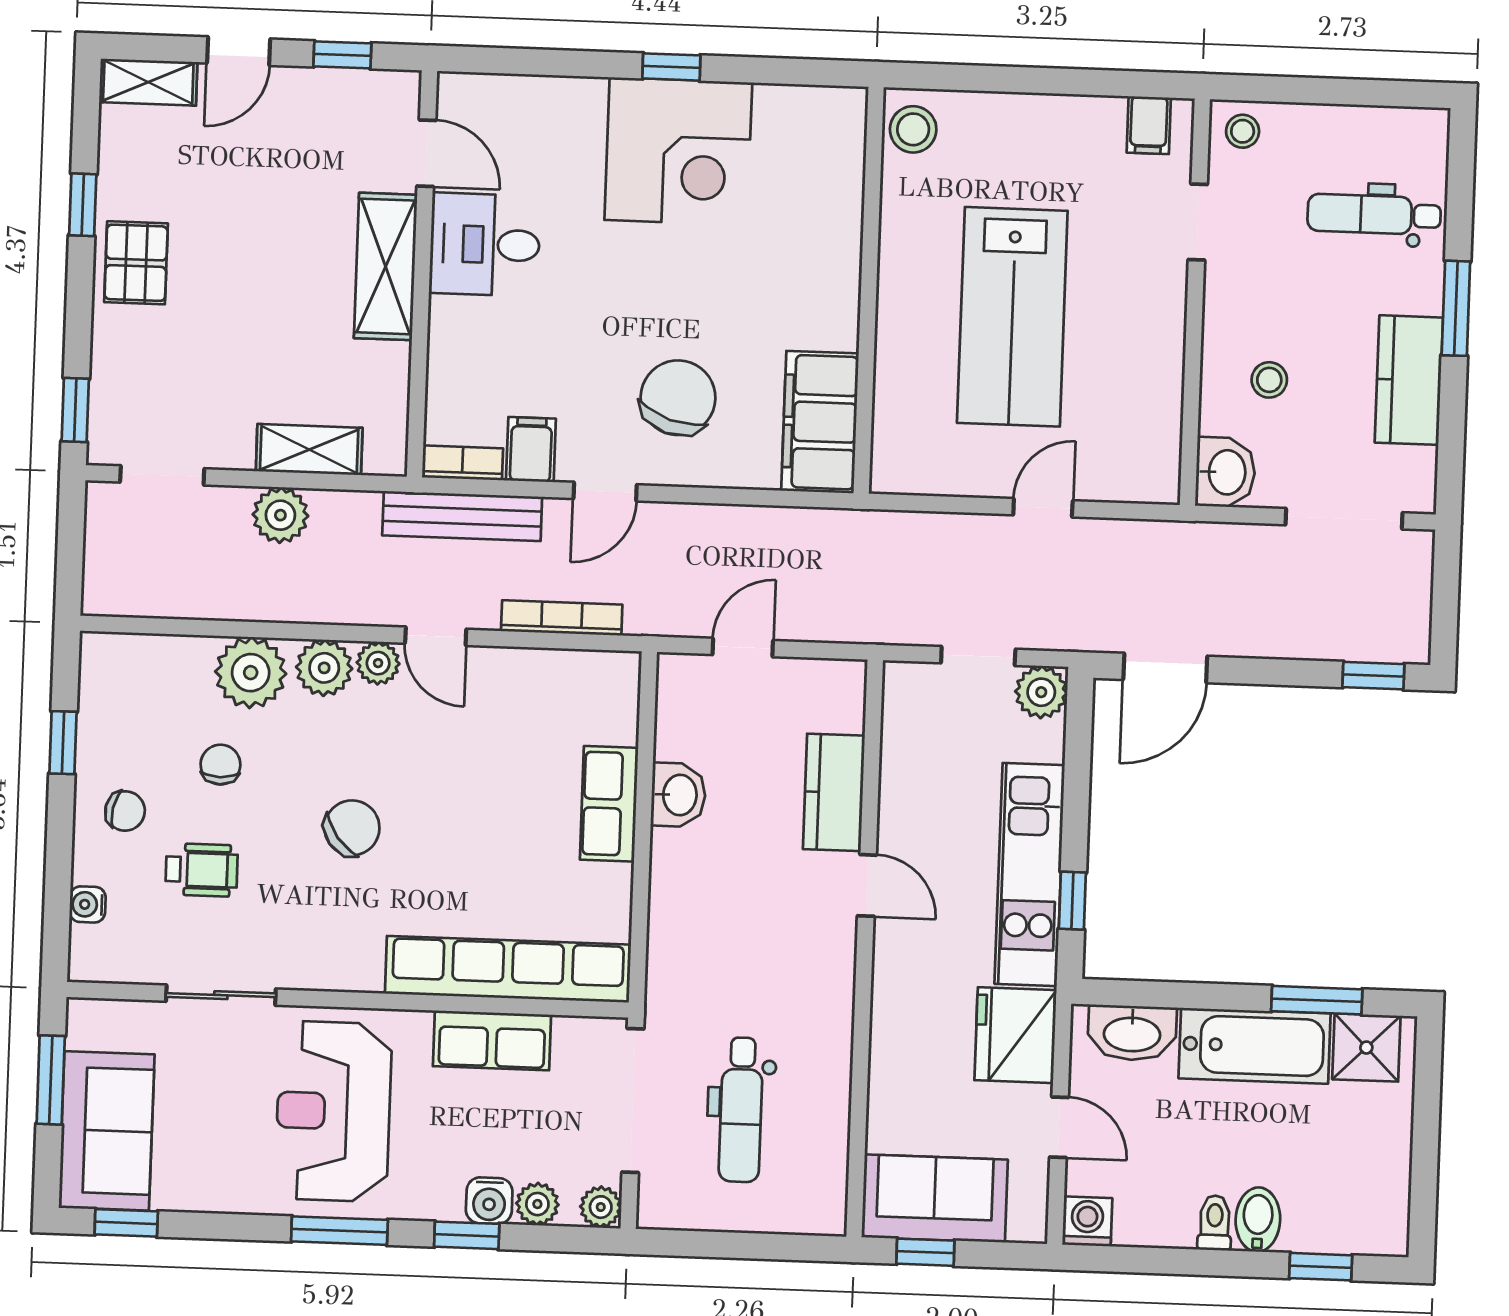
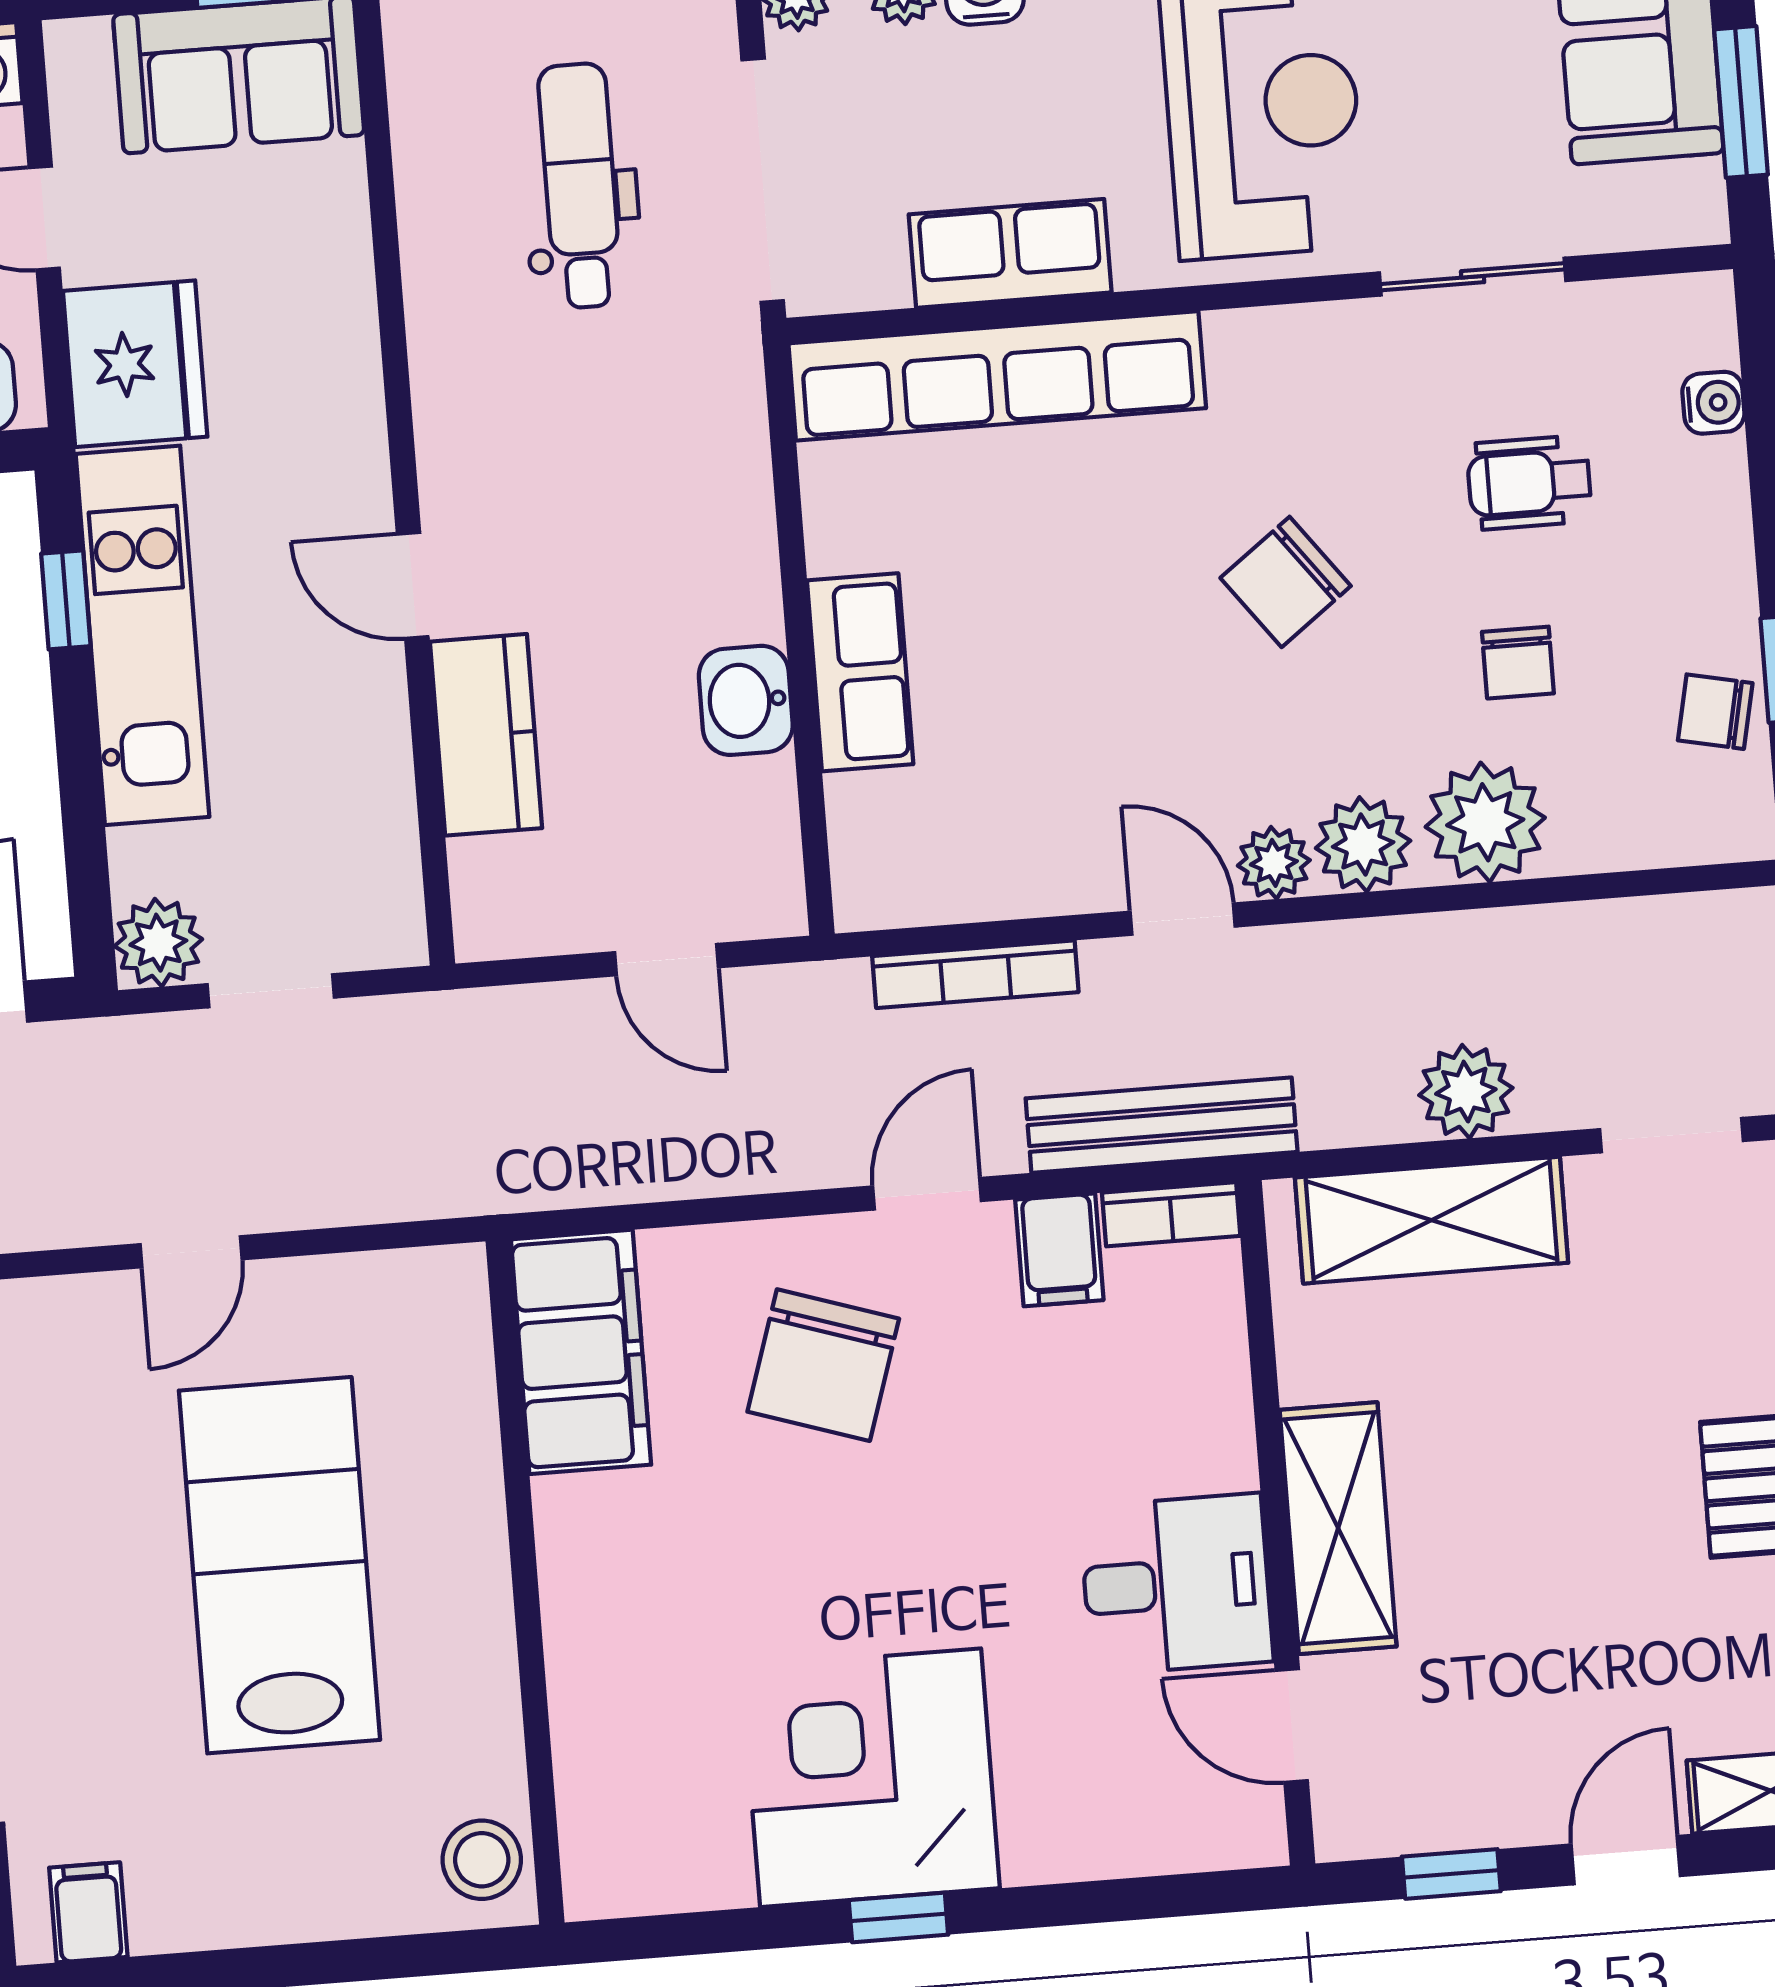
shelving: (309, 450) -> (1432, 1220), width x1.50, depth x1.33
door: (743, 647) -> (667, 960), hinge flipped
chair: (125, 811) -> (1715, 712), moved

